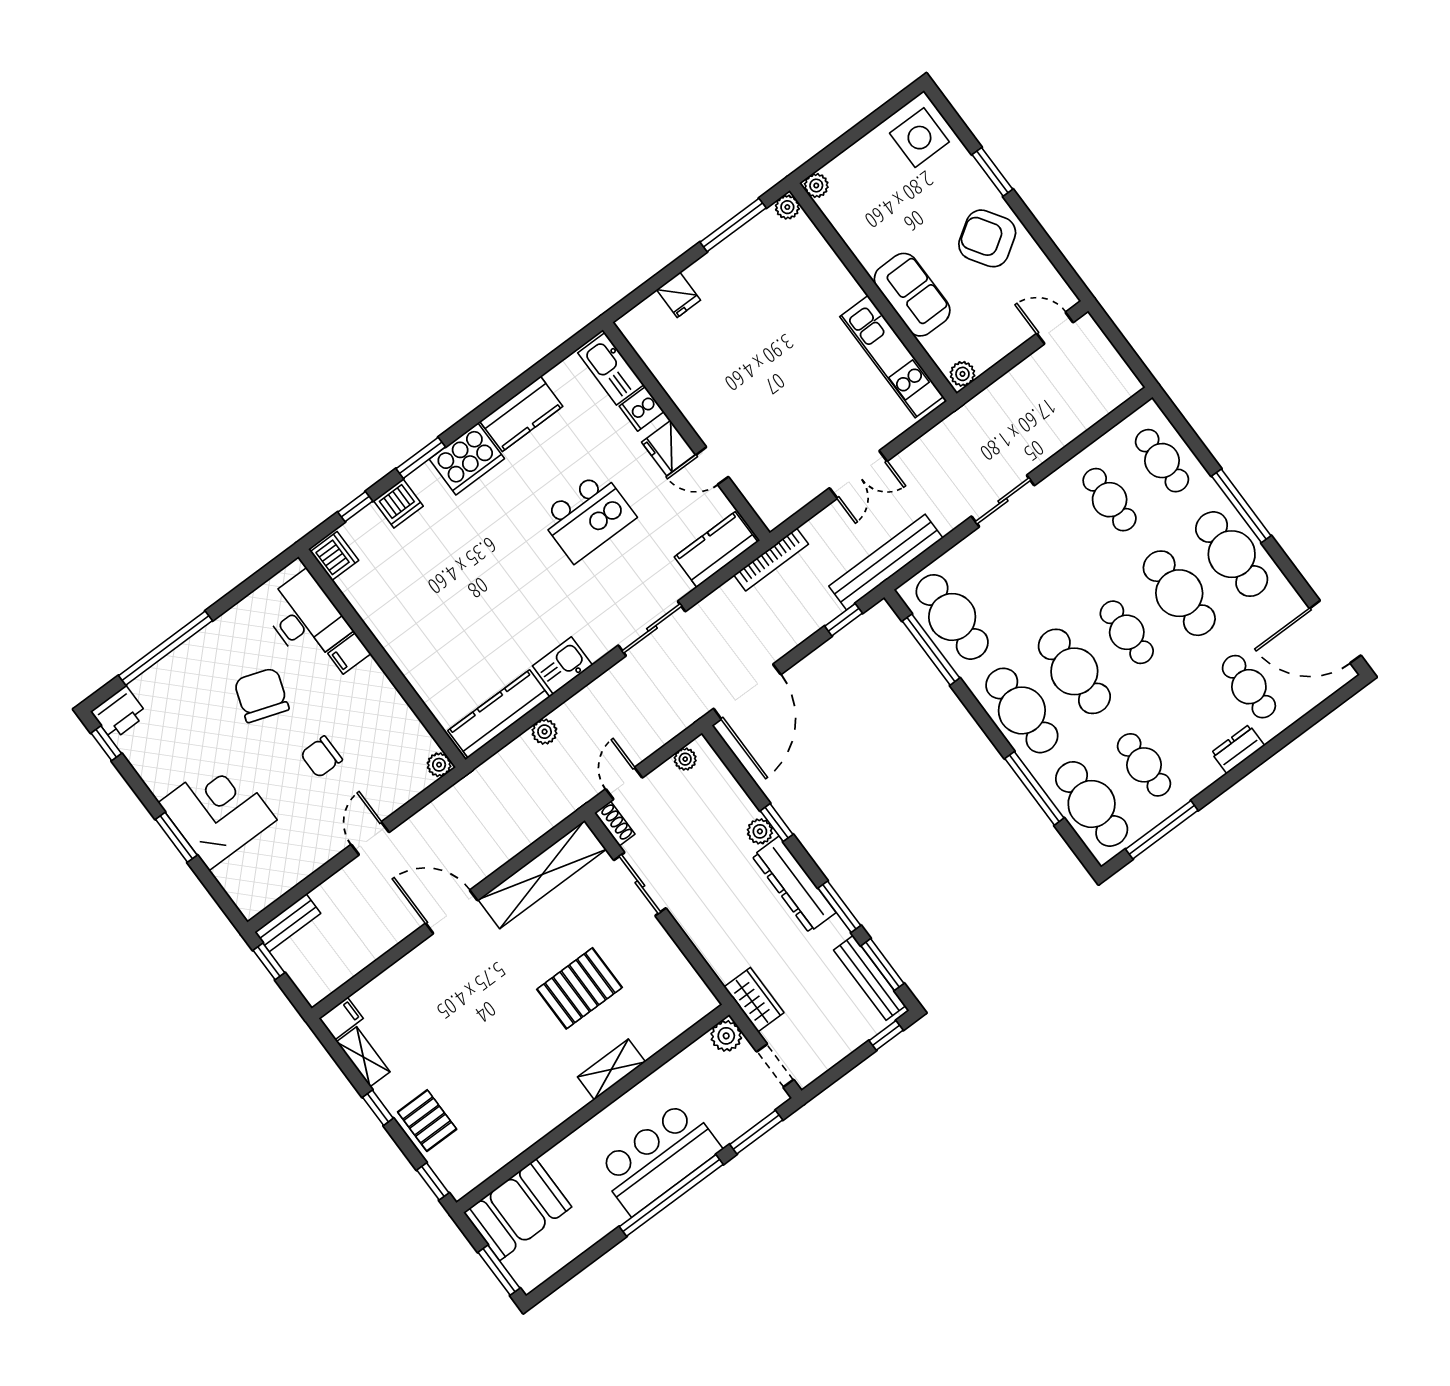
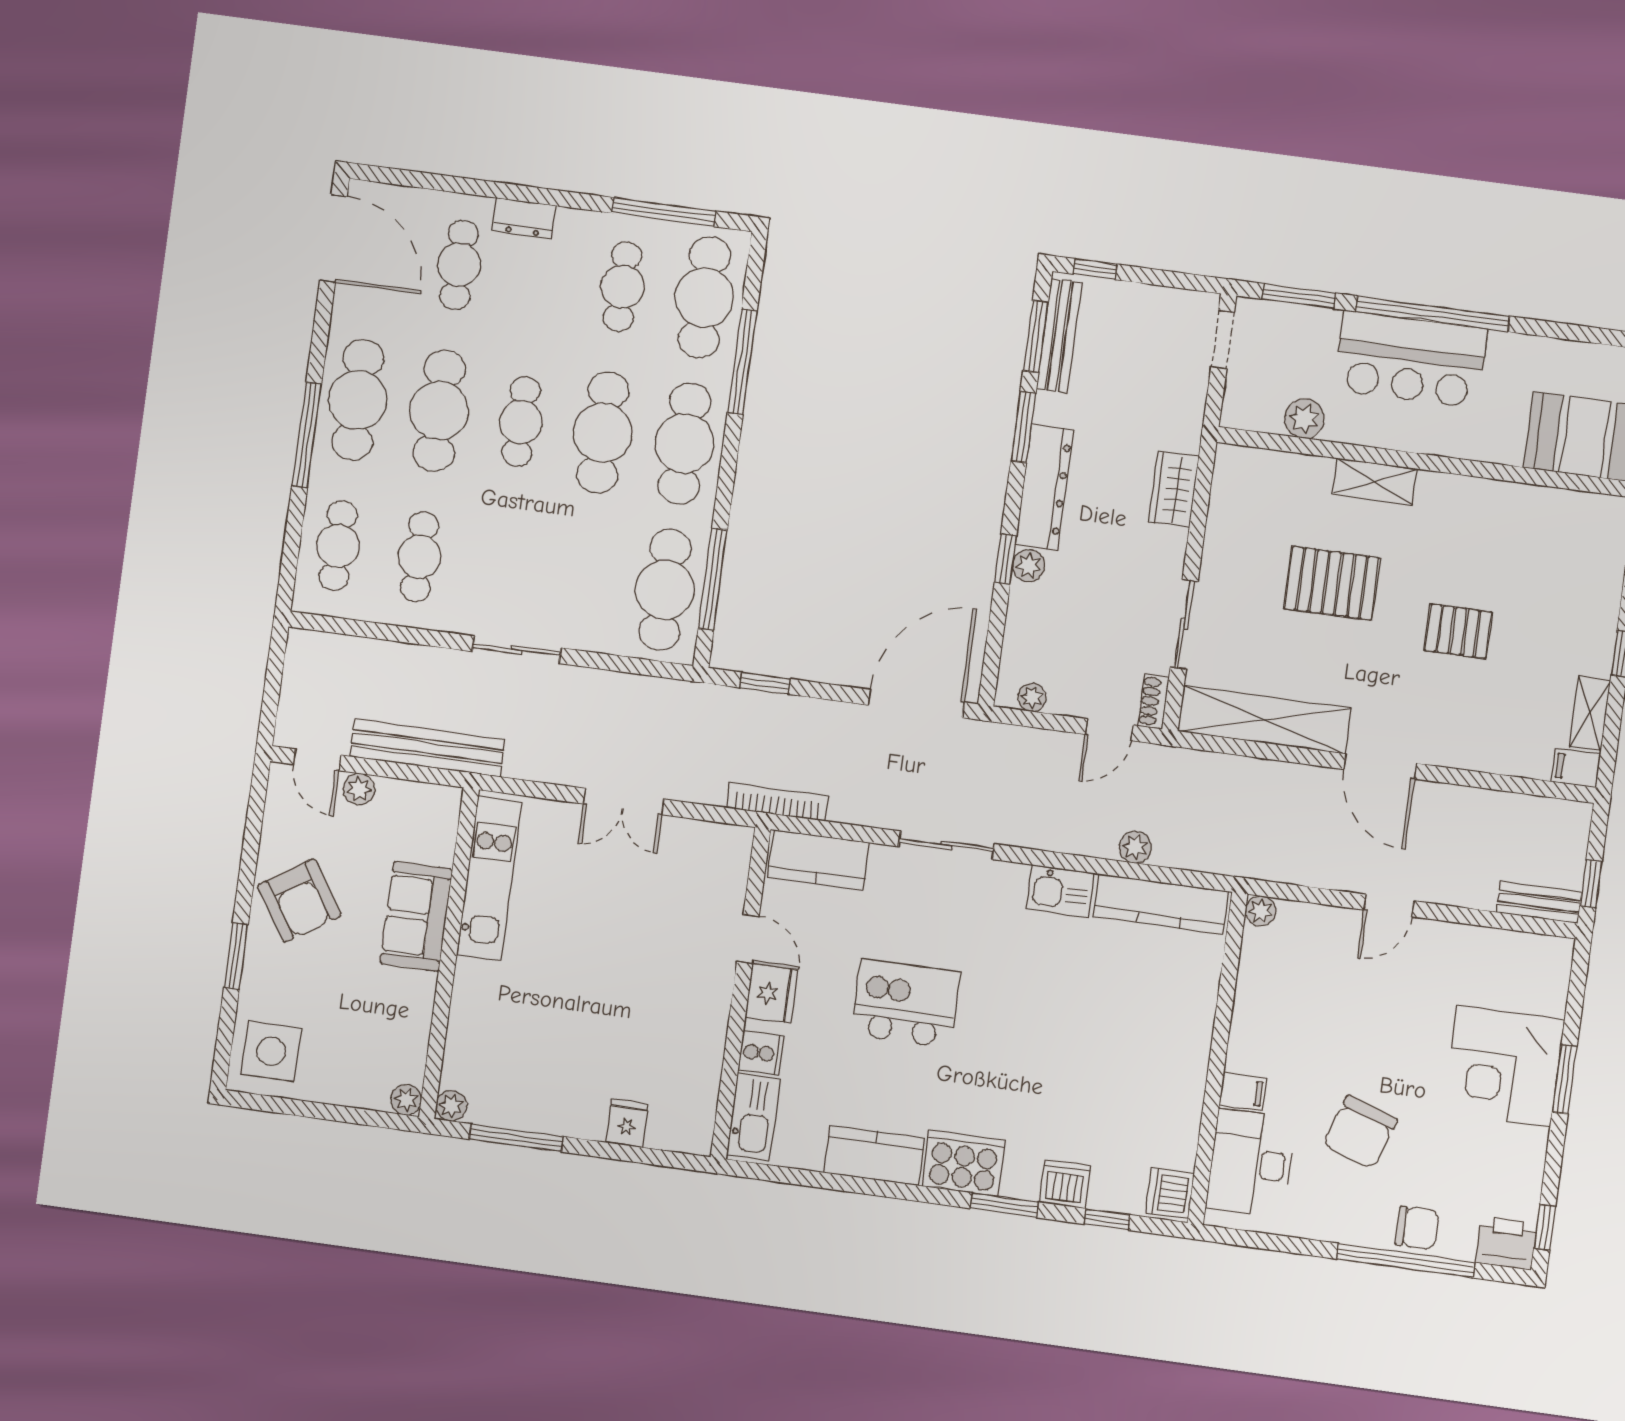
plant: (962, 374) -> (359, 789), moved
double door: (858, 475) -> (624, 801), swing flipped
bench: (886, 562) -> (427, 748), moved
chair: (321, 757) -> (1417, 1228), moved
wardrobe: (754, 1000) -> (1174, 489), moved
plant: (726, 1036) -> (1304, 419), moved
pallet: (427, 1121) -> (1458, 631), moved, turned 90

